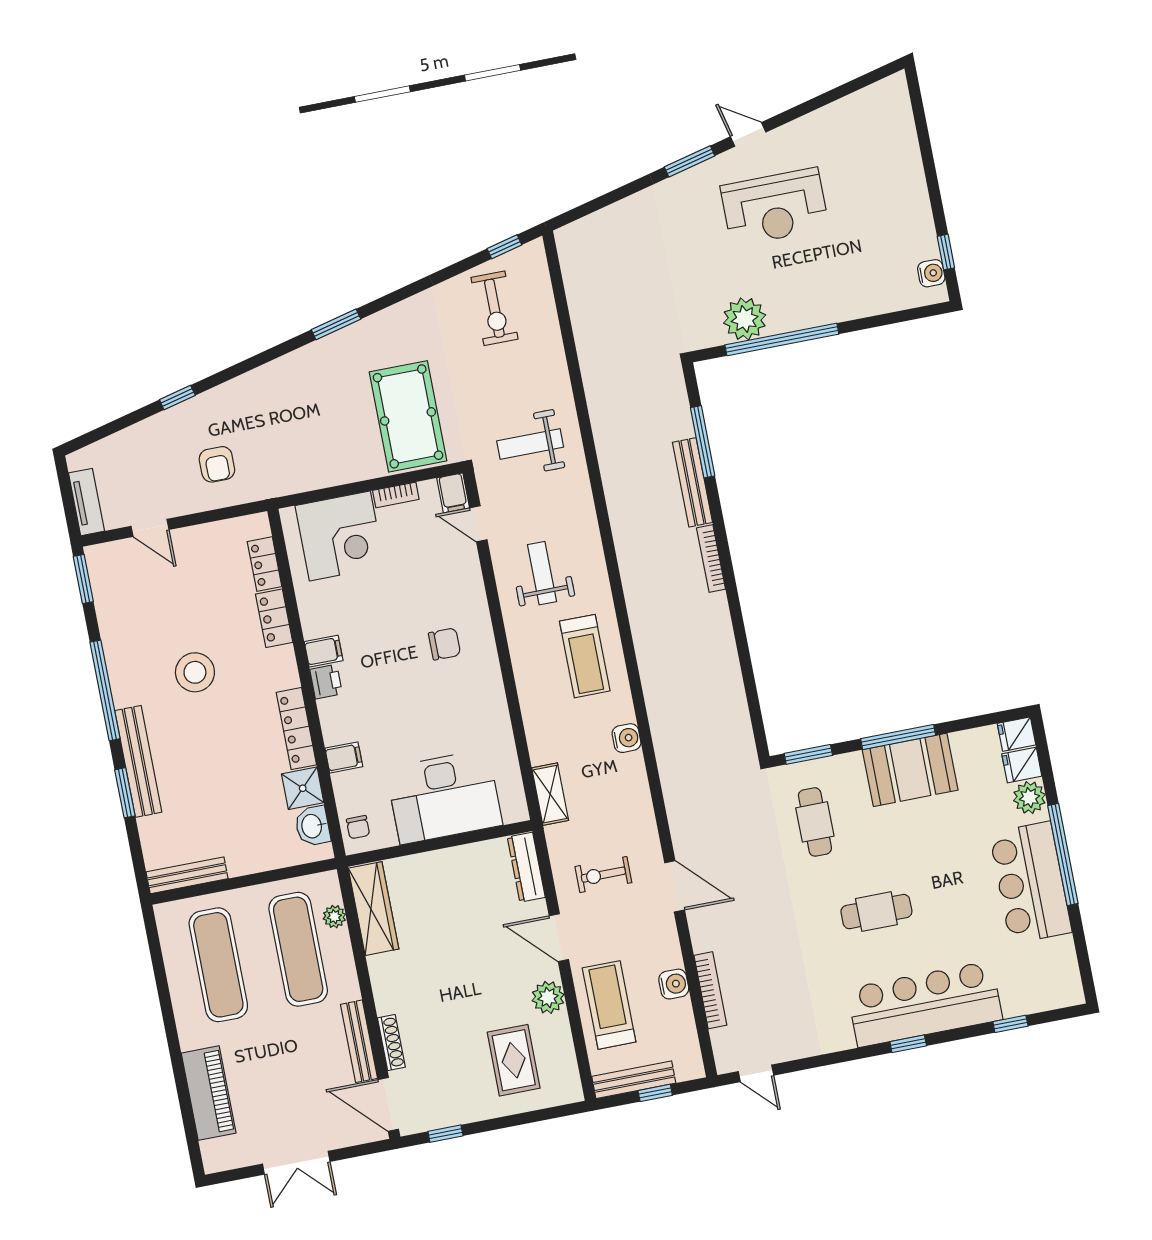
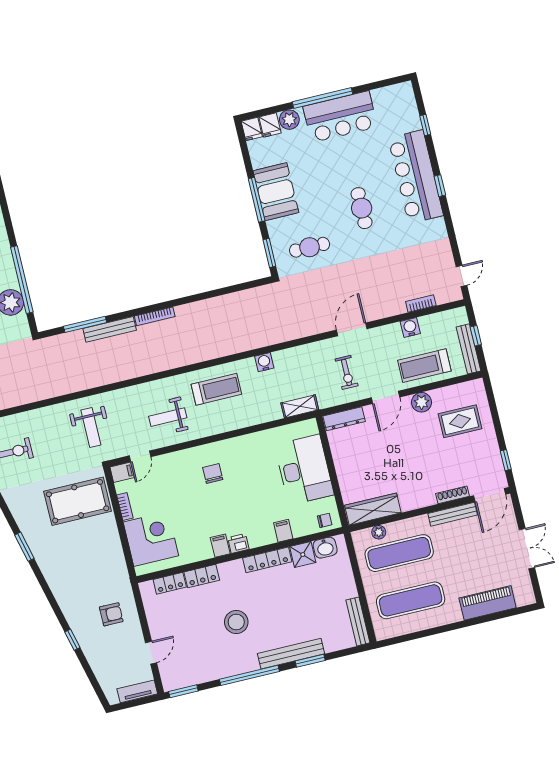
bookcase: (710, 990) -> (421, 304), width x0.64

